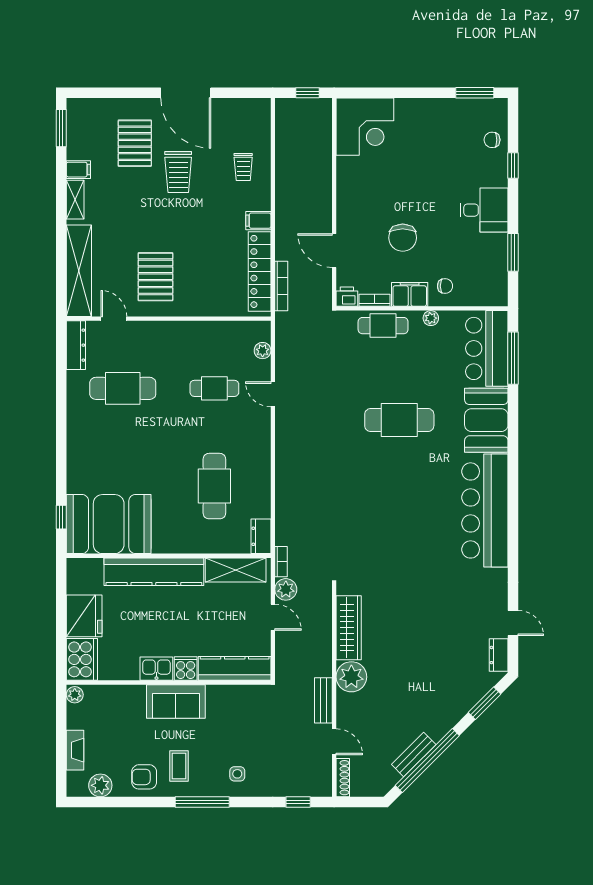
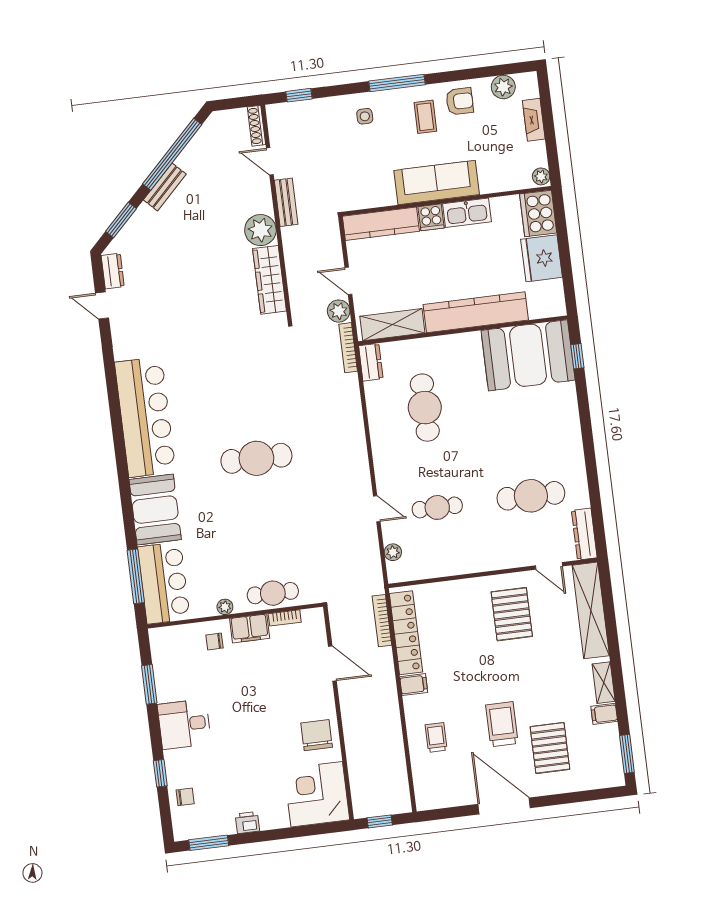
chair: (403, 238) -> (317, 735), moved
printer: (347, 297) -> (247, 823), moved, turned 180
cafe table: (399, 420) -> (256, 458), moved
bookcase: (281, 562) -> (348, 348), width x1.56
kitchen sink: (156, 669) -> (467, 213), width x1.38
sofa: (176, 701) -> (437, 182), width x1.36
bench: (414, 754) -> (165, 187), moved

